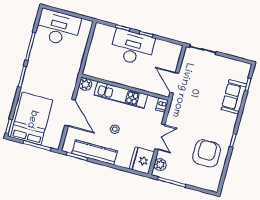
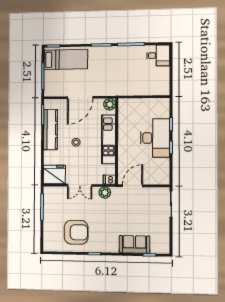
desk: (58, 28) -> (158, 55), width x0.53, depth x0.77
bed: (32, 119) -> (66, 59), width x0.67
plant: (160, 165) -> (105, 193), moved

